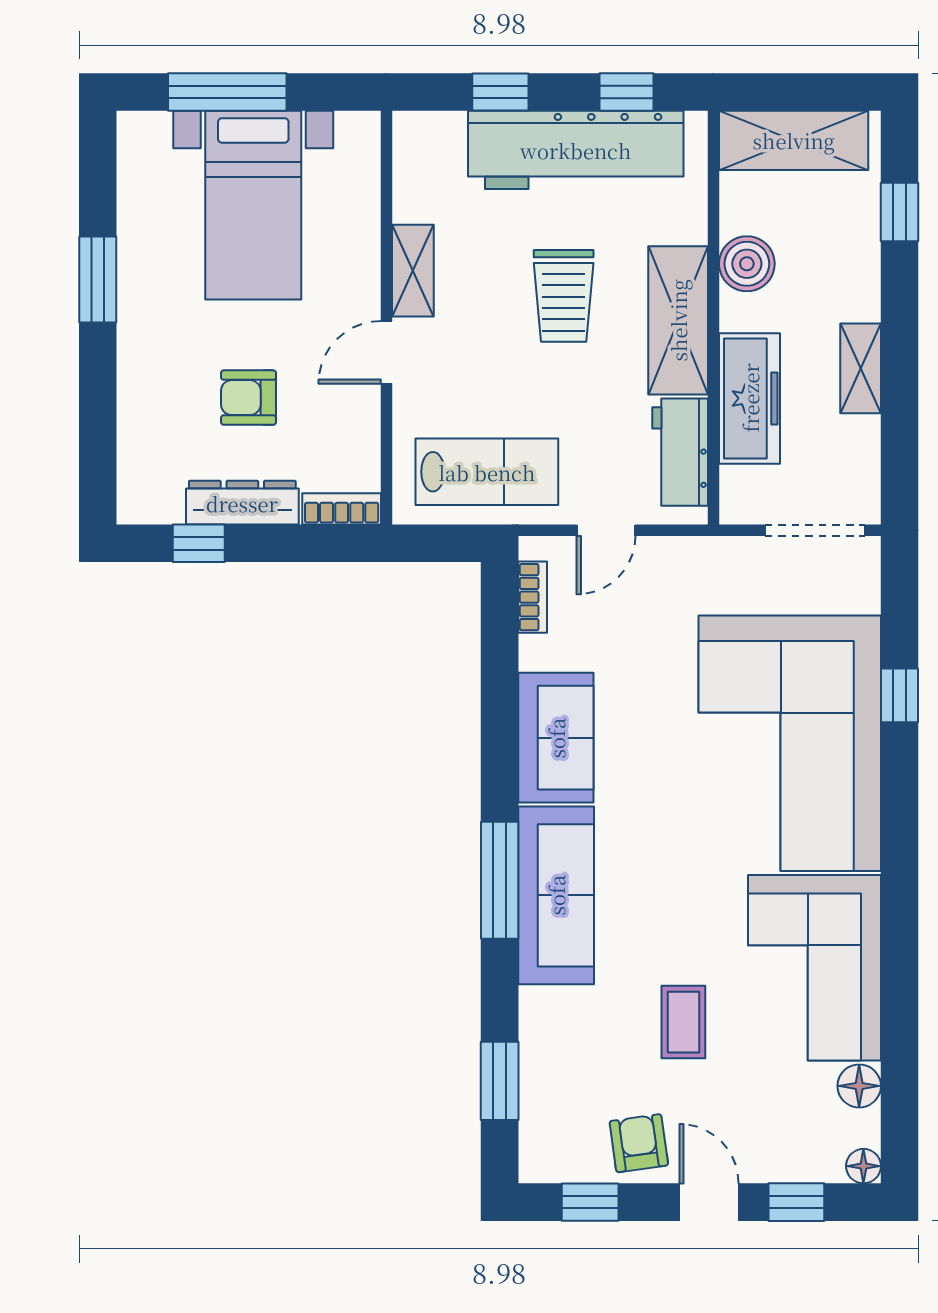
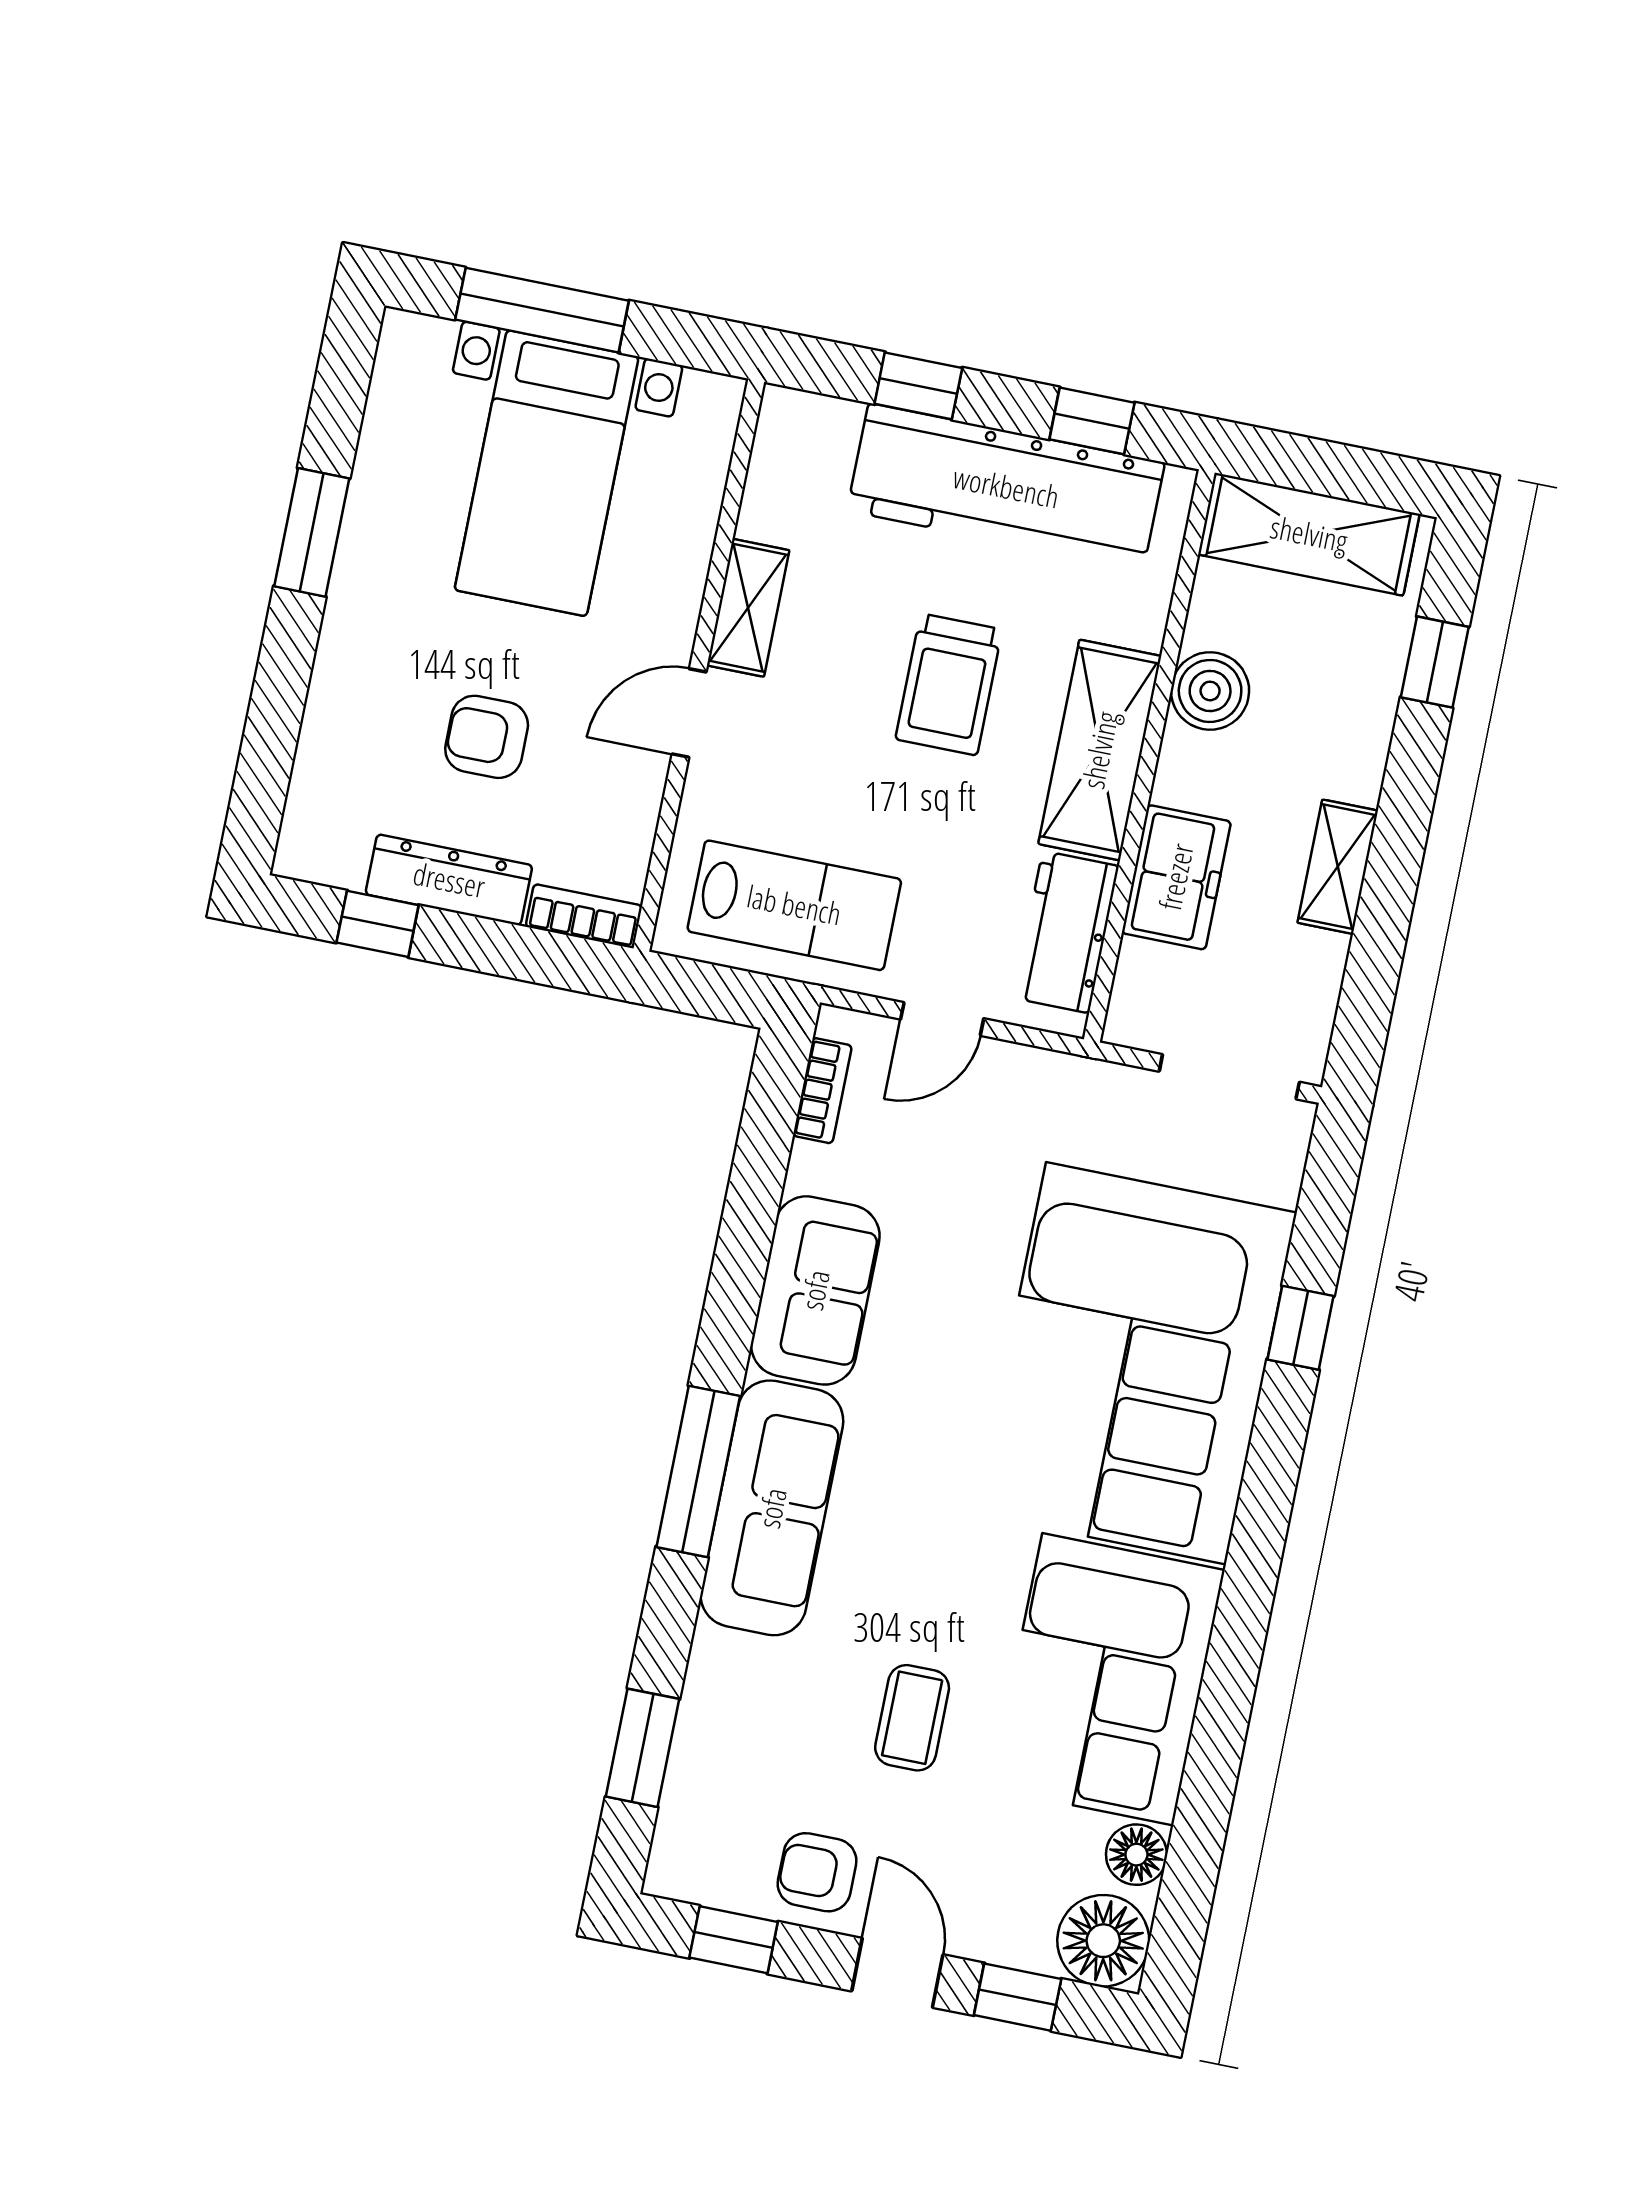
freezer: (750, 398) -> (1176, 877), width x0.71
armchair: (639, 1143) -> (817, 1872), turned -82
floor lamp: (863, 1166) -> (1103, 1941), width x1.89, depth x1.89

